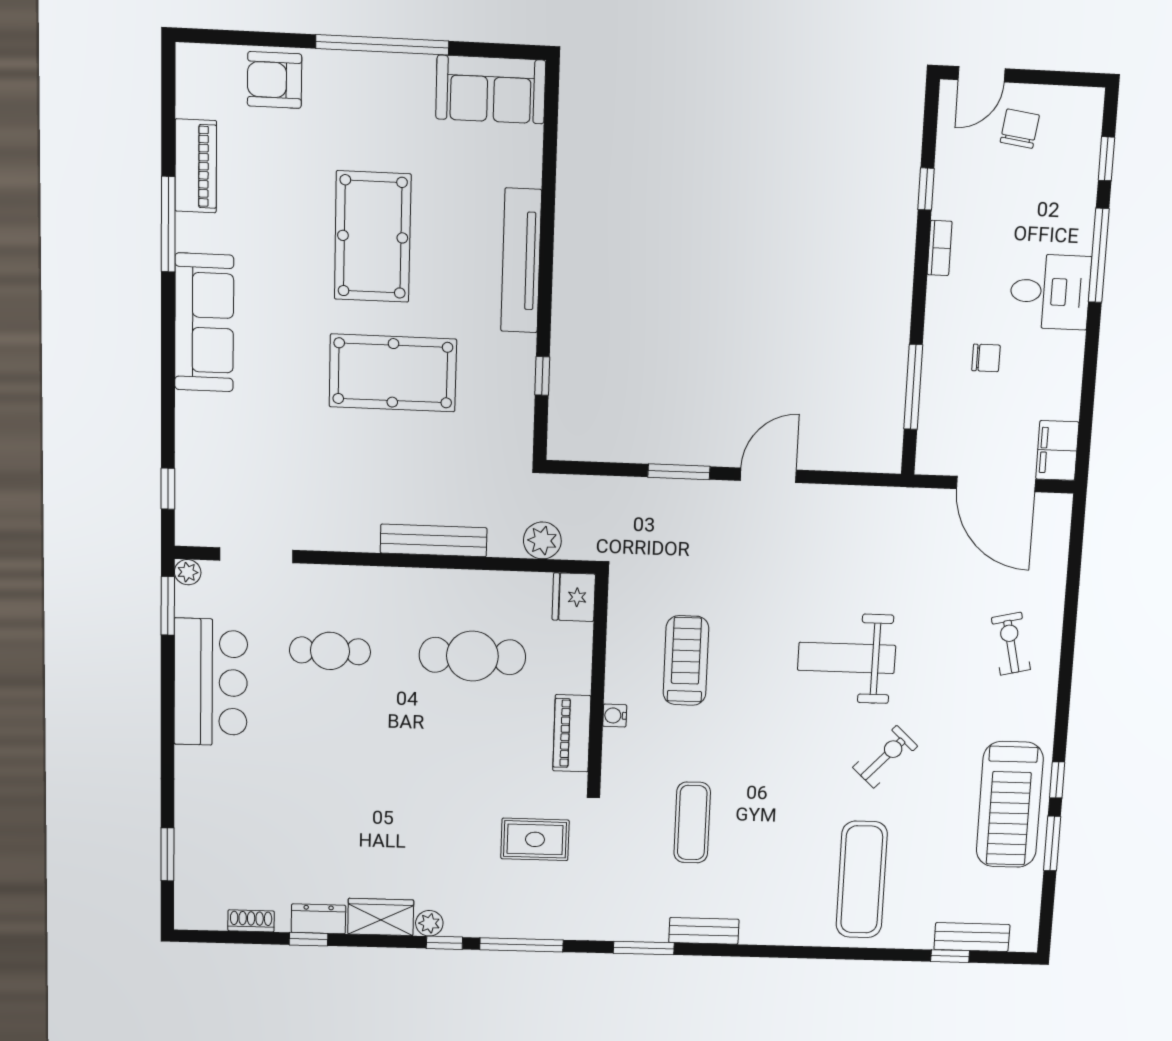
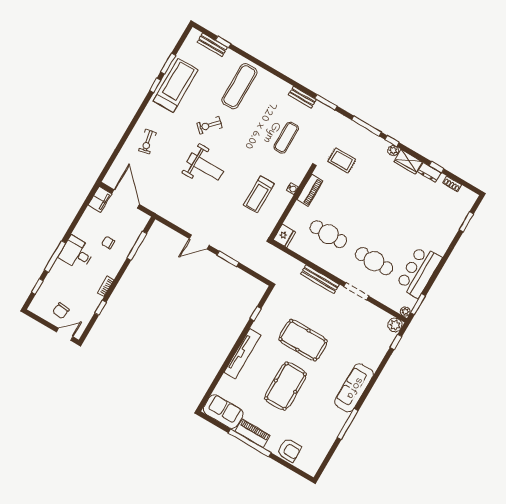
piano: (196, 166) -> (253, 433), moved, turned 90
plant: (542, 540) -> (395, 325), moved
doorway: (256, 555) -> (356, 291), moved
cafe table: (330, 651) -> (374, 261), width x1.37, depth x1.35

